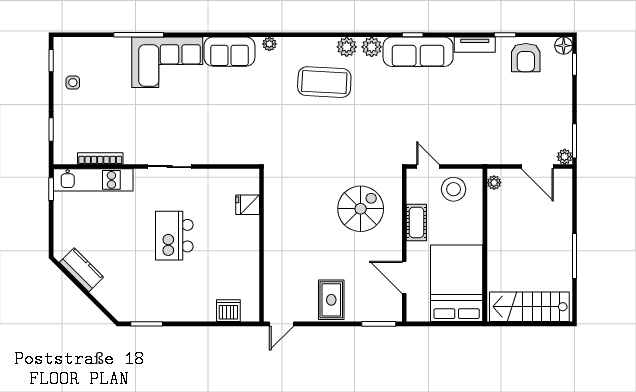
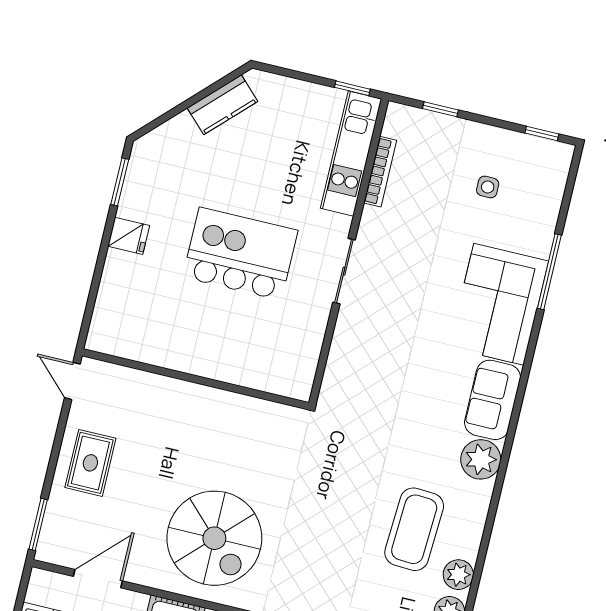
plant: (269, 44) -> (481, 459), width x1.87, depth x1.87
side table: (73, 83) -> (488, 187), moved
fridge: (248, 205) -> (129, 236), moved, turned 90
spiral stairs: (361, 209) -> (214, 538), width x1.37, depth x1.37
kitchen island: (174, 236) -> (240, 254), width x1.37, depth x1.28
rug: (331, 300) -> (90, 463), turned 90
dishwasher: (228, 311) -> (110, 307), removed

